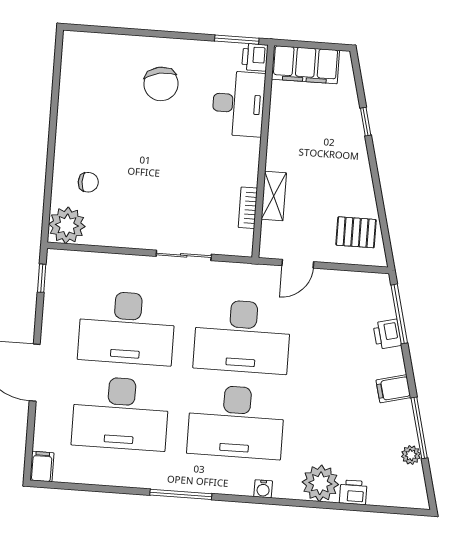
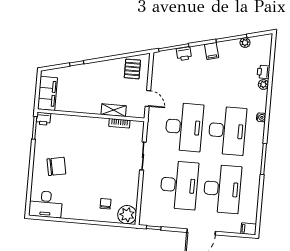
desk: (238, 104) -> (46, 204), moved, turned 180
plant: (320, 483) -> (263, 84), width x0.53, depth x0.53

